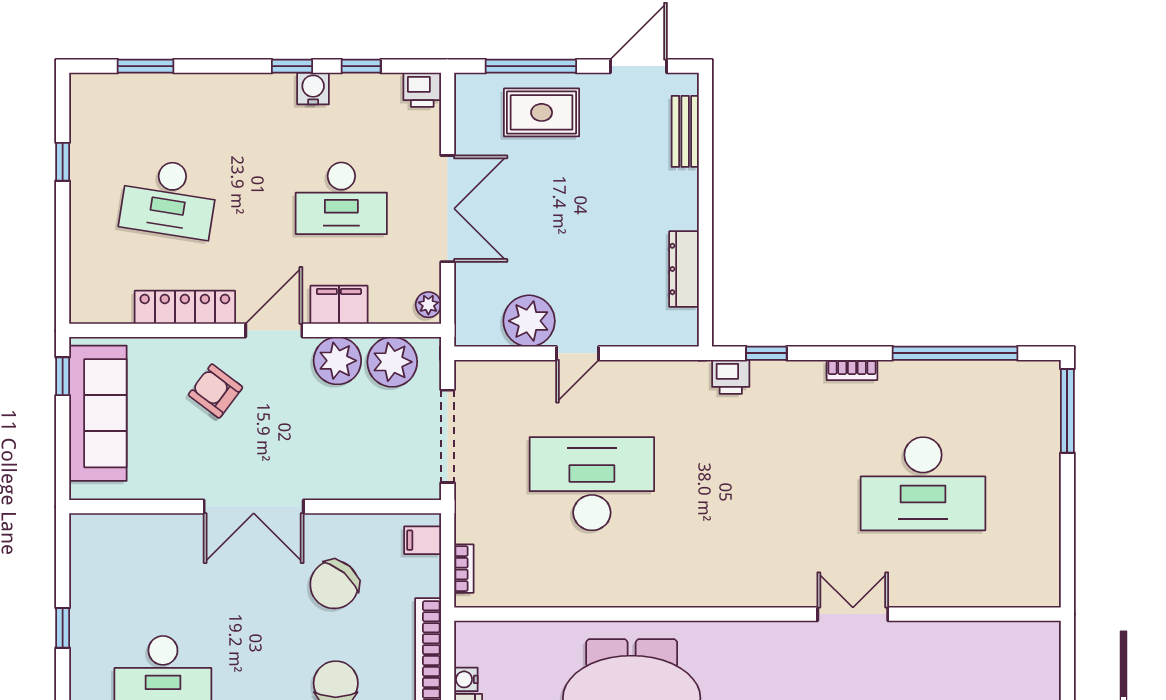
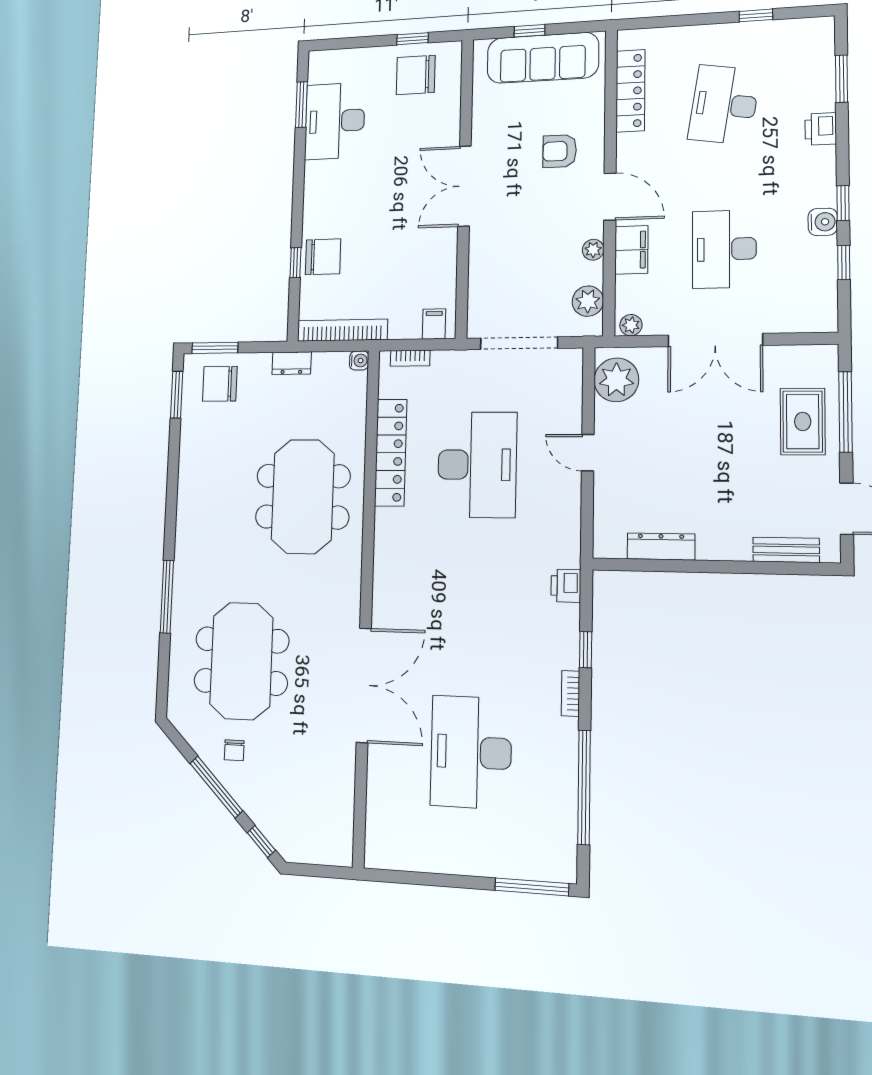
printer: (422, 90) -> (821, 129), moved
locker: (185, 307) -> (630, 91), moved
plant: (529, 321) -> (616, 380), moved
window: (766, 353) -> (586, 650), moved
plant: (337, 361) -> (593, 250), width x0.53, depth x0.53
plant: (392, 362) -> (588, 301), width x0.73, depth x0.73
window: (63, 376) -> (530, 31), moved
armchair: (215, 391) -> (560, 151), turned -127
chair: (334, 585) -> (416, 75), moved, turned -41
locker: (578, 590) -> (391, 453), added
double door: (853, 614) -> (364, 685), width x1.87
window: (63, 628) -> (413, 39), moved
water cooler: (466, 679) -> (359, 361), moved, turned 90

